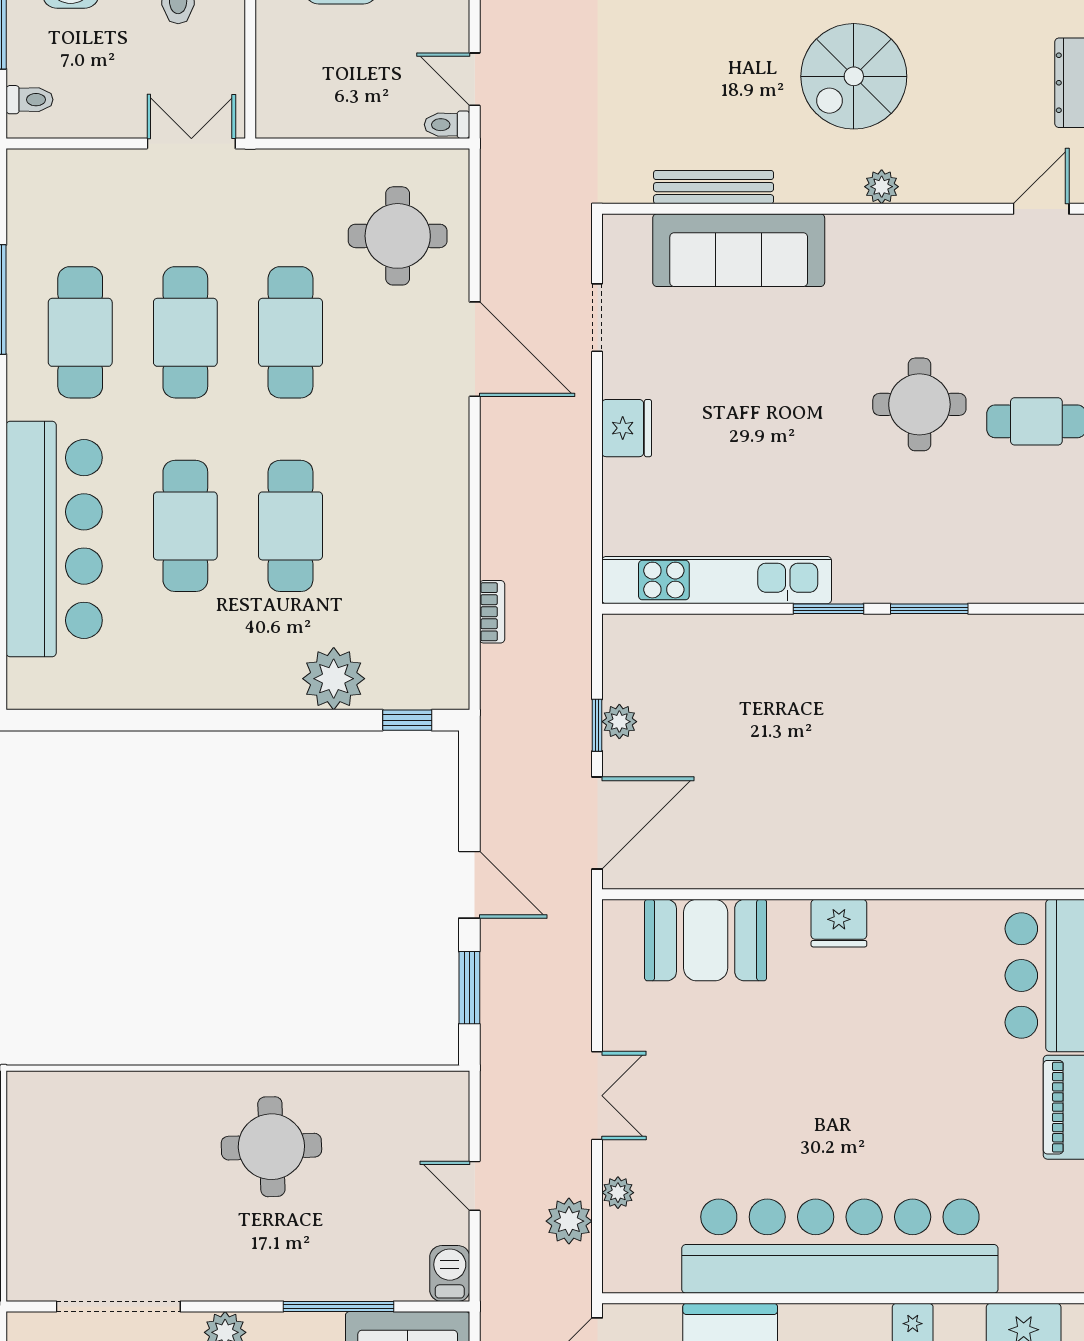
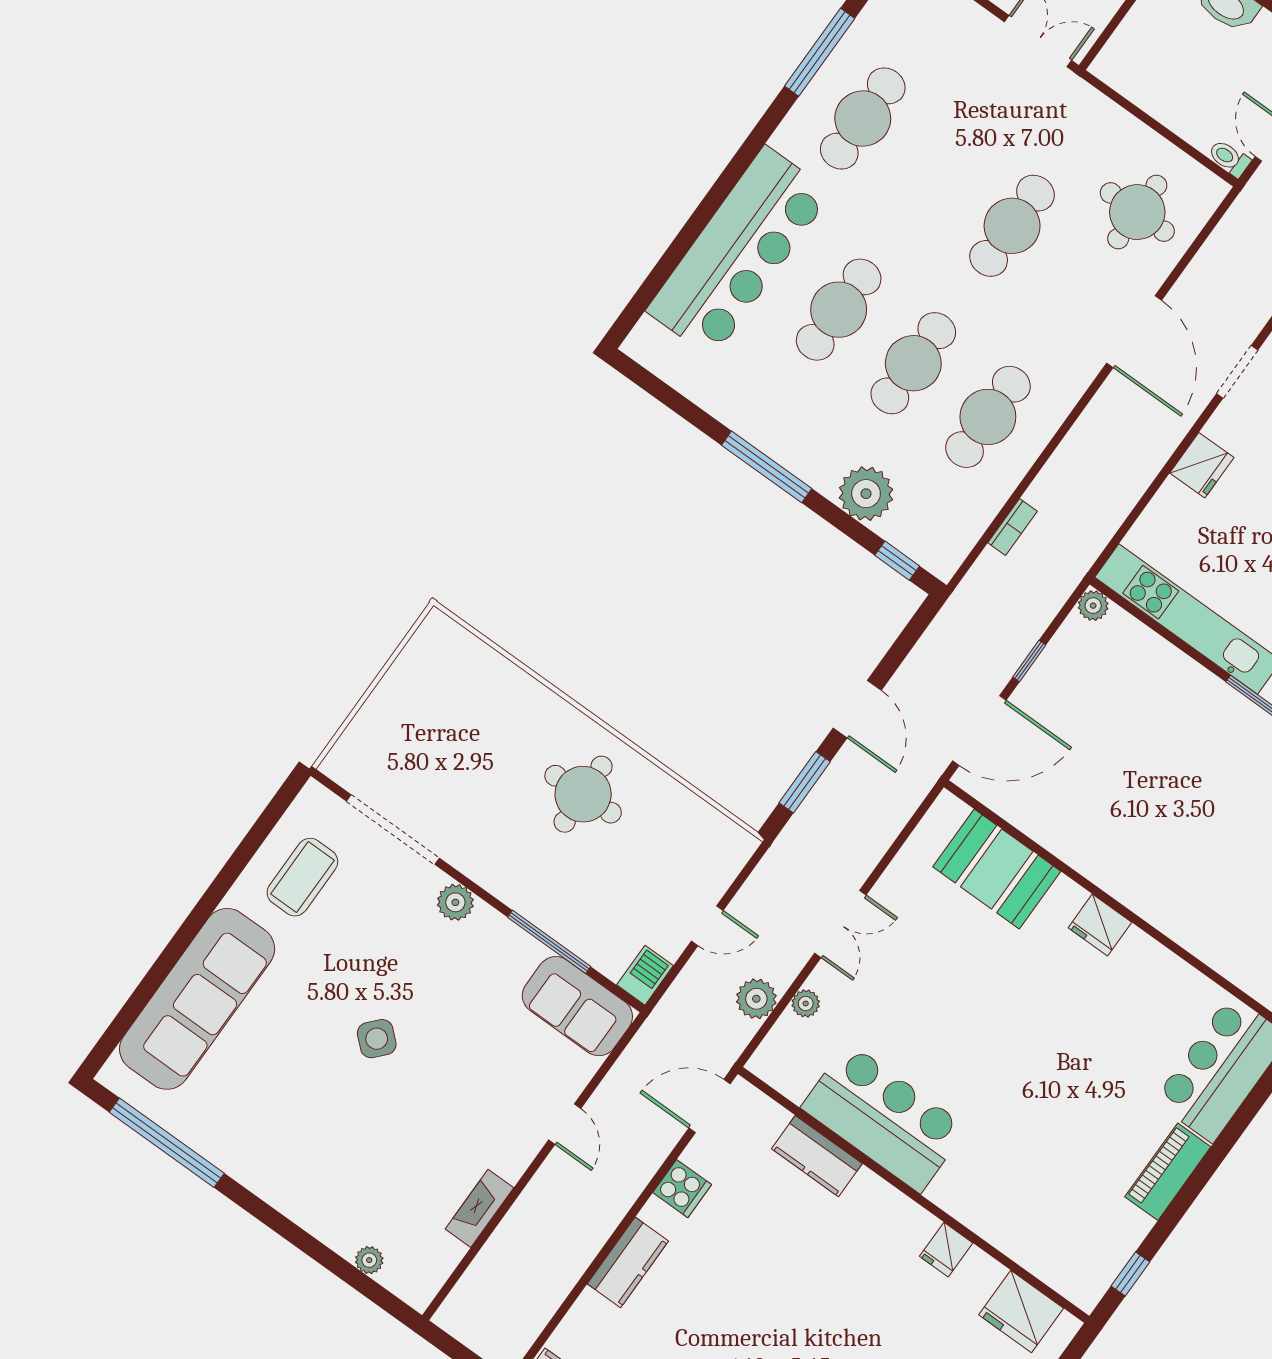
cafe table: (185, 332) -> (988, 417), moved
window: (223, 720) -> (767, 467), added
plant: (619, 722) -> (1093, 606), moved
door: (475, 1186) -> (707, 926), swing flipped
bar counter: (840, 1246) -> (884, 1118), width x0.54

